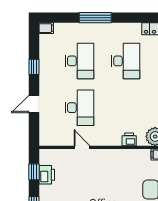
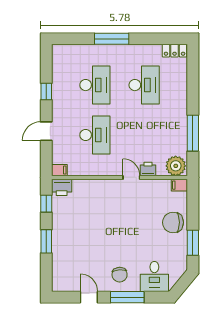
filing cabinet: (46, 28) -> (59, 170), moved
door: (82, 147) -> (131, 177), moved
printer: (47, 175) -> (62, 187), moved, turned 90

